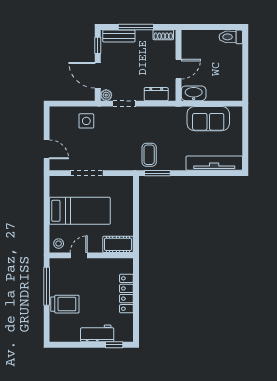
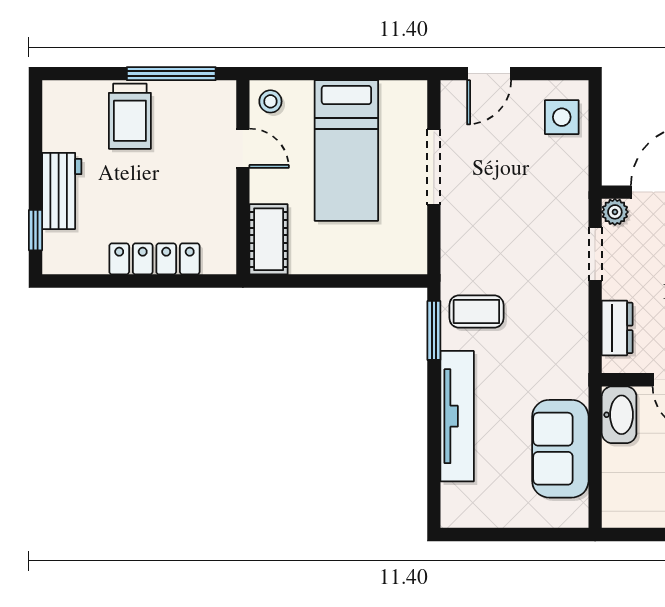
side table: (86, 121) -> (562, 117), moved
tv unit: (214, 163) -> (457, 416), moved

